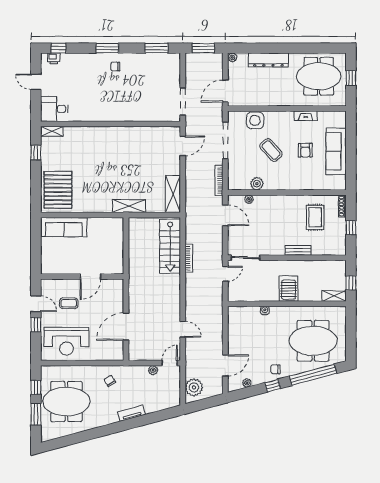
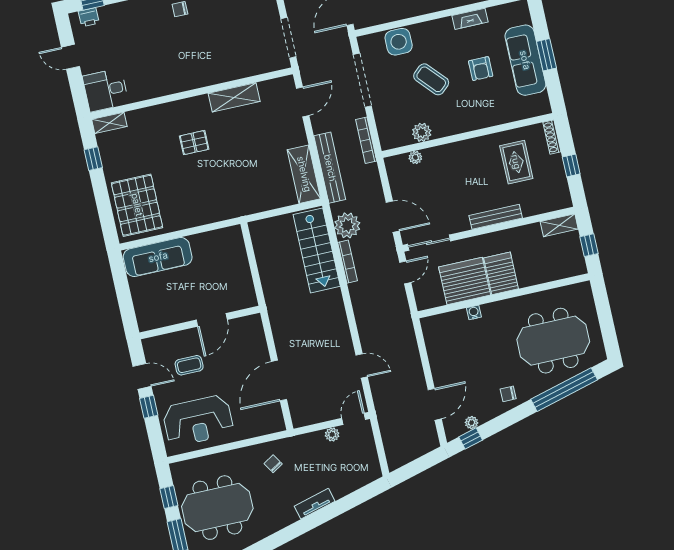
window: (351, 151) -> (546, 55), added
pallet: (105, 157) -> (194, 143), added
bench: (191, 193) -> (330, 168), added
shelving: (129, 206) -> (234, 97), moved
door: (225, 215) -> (393, 217), moved
bench: (298, 250) -> (496, 217), width x1.36
server rack: (263, 288) -> (465, 281), added
shelving: (334, 296) -> (559, 225), moved
window: (273, 386) -> (471, 438), moved
plant: (194, 387) -> (347, 225), moved

